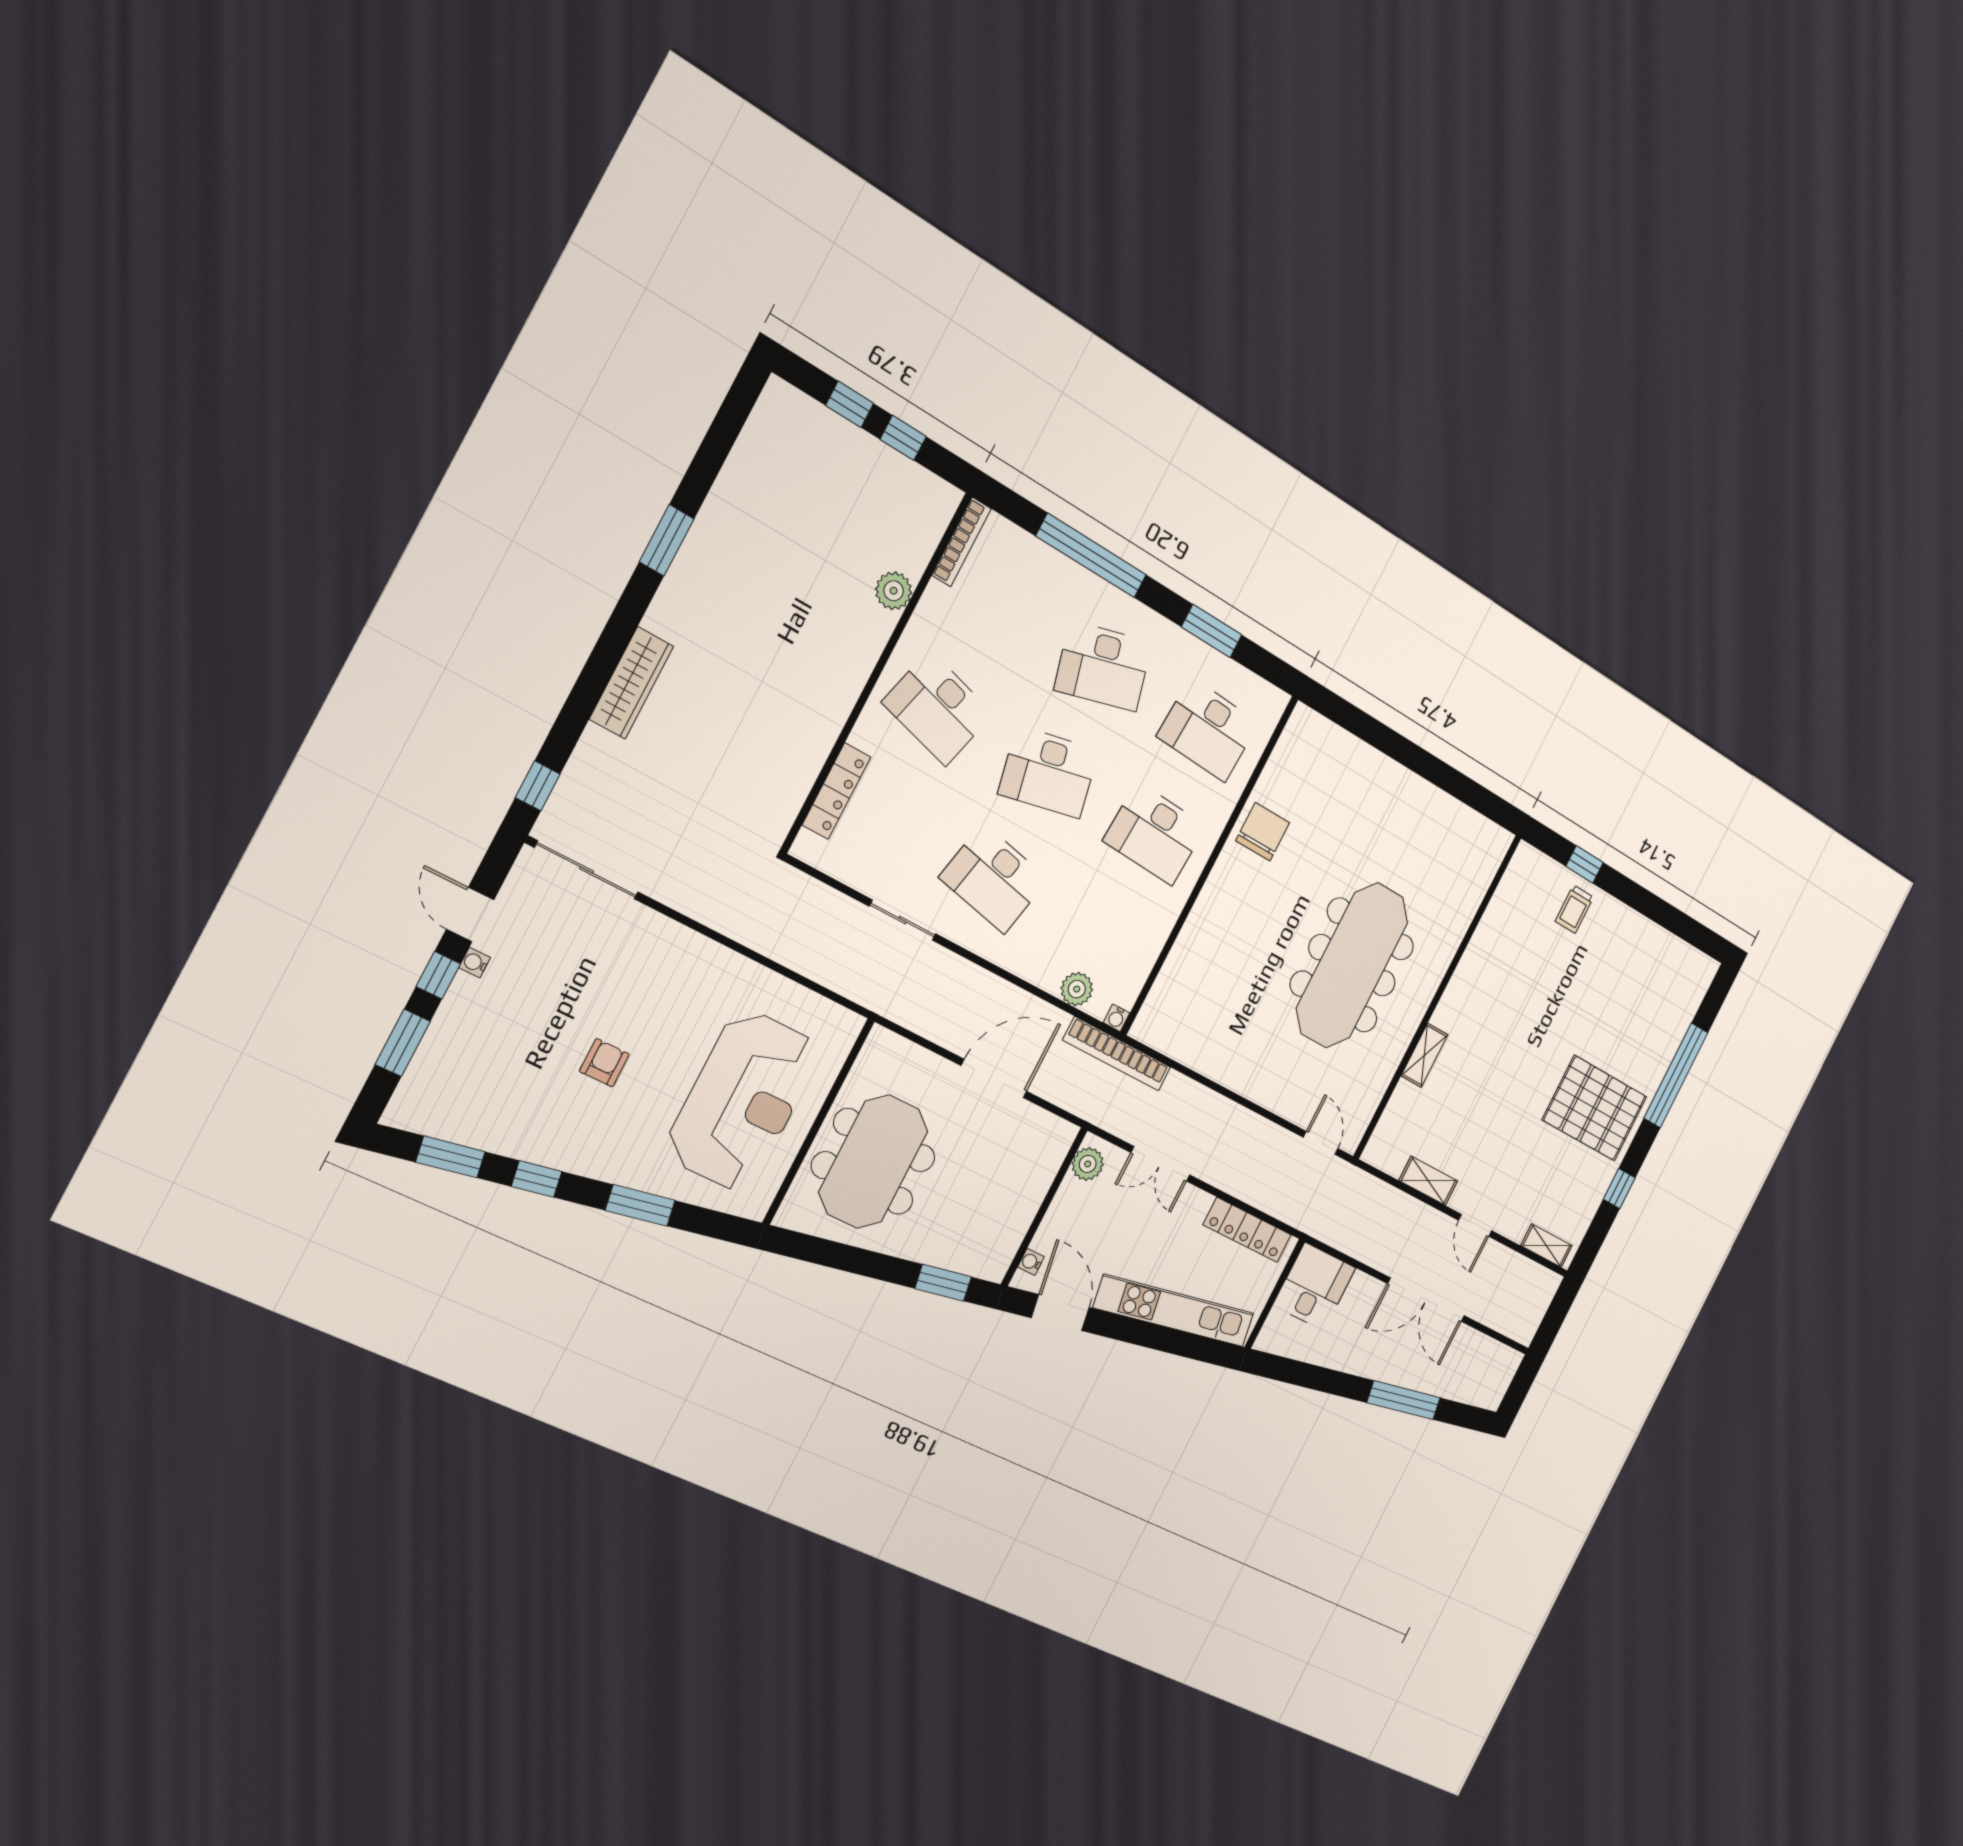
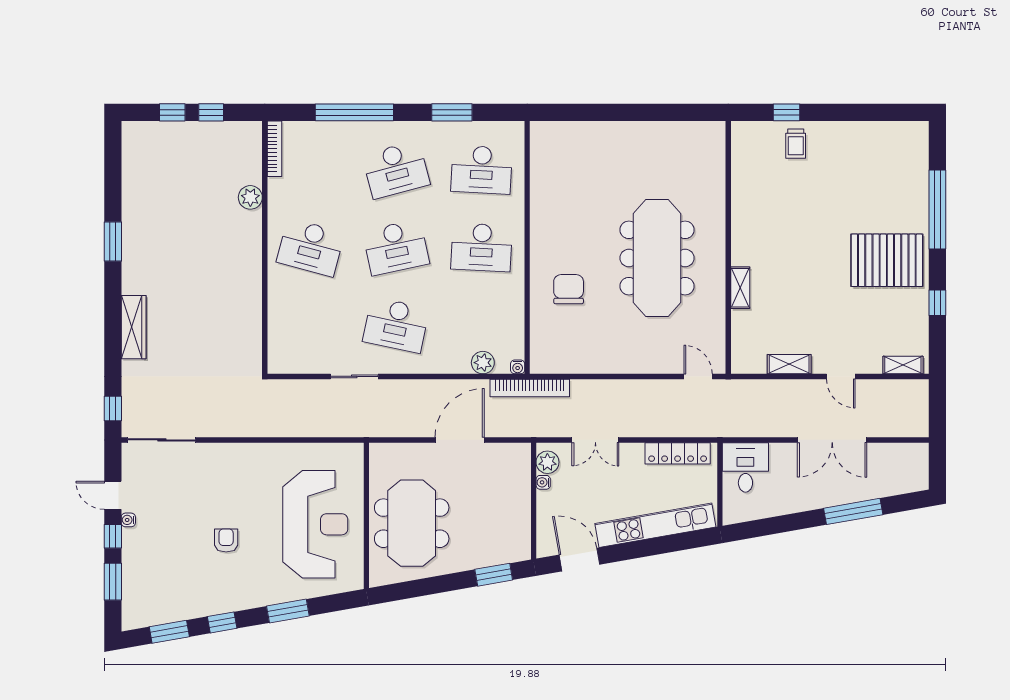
locker: (836, 791) -> (277, 325), removed
chair: (1263, 832) -> (569, 289), moved
water cooler: (1031, 1262) -> (543, 482), moved

